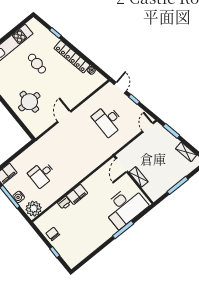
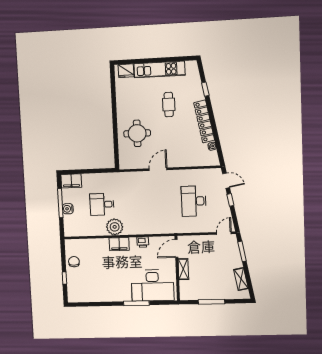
door: (120, 88) -> (226, 181), hinge flipped
printer: (64, 203) -> (143, 242), moved
plant: (34, 209) -> (115, 227), moved

